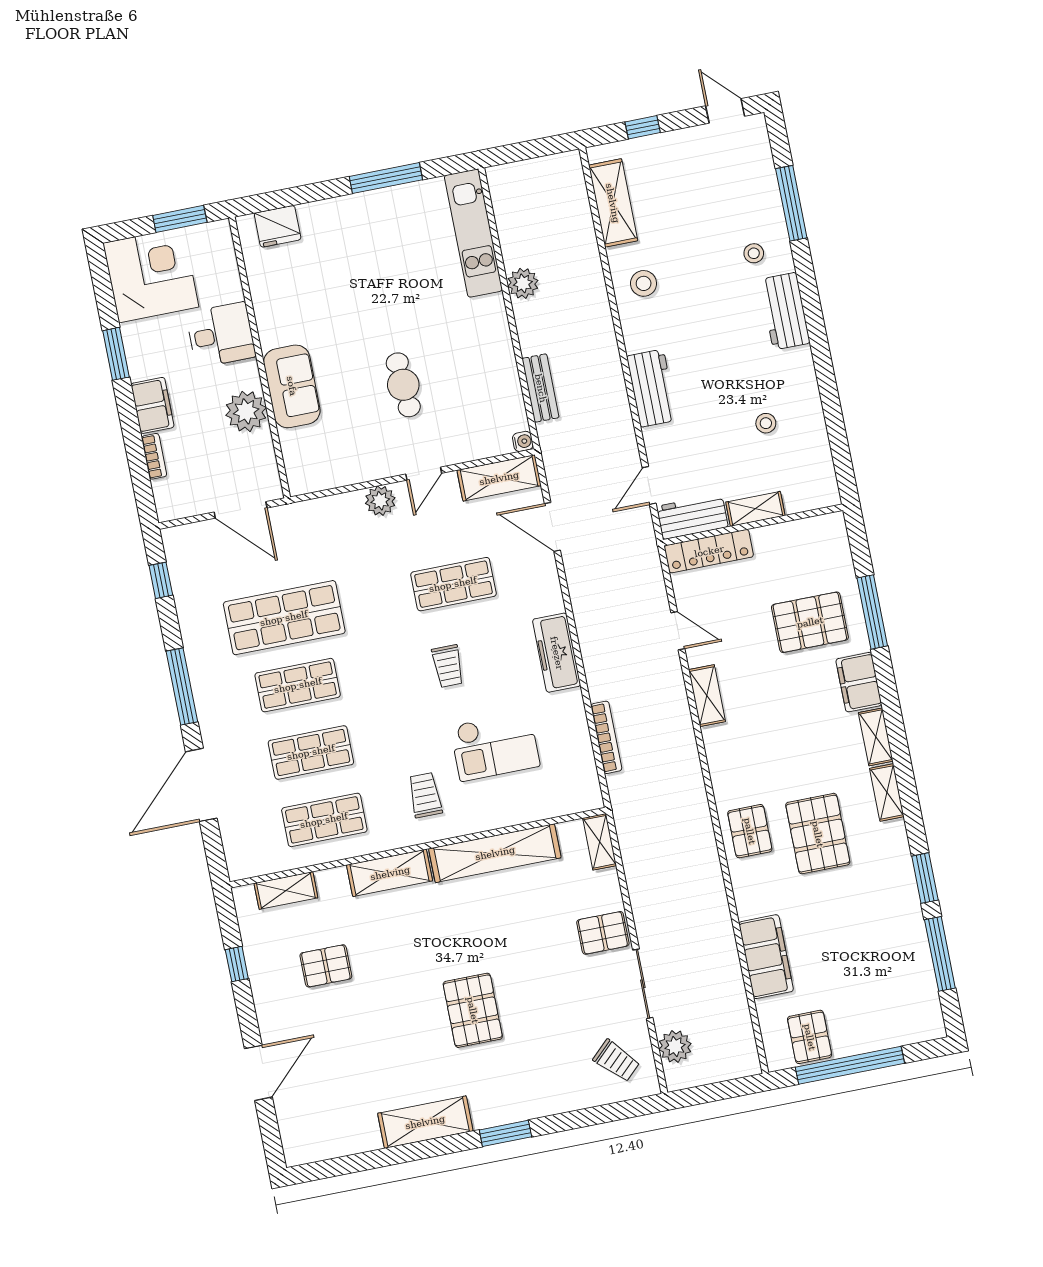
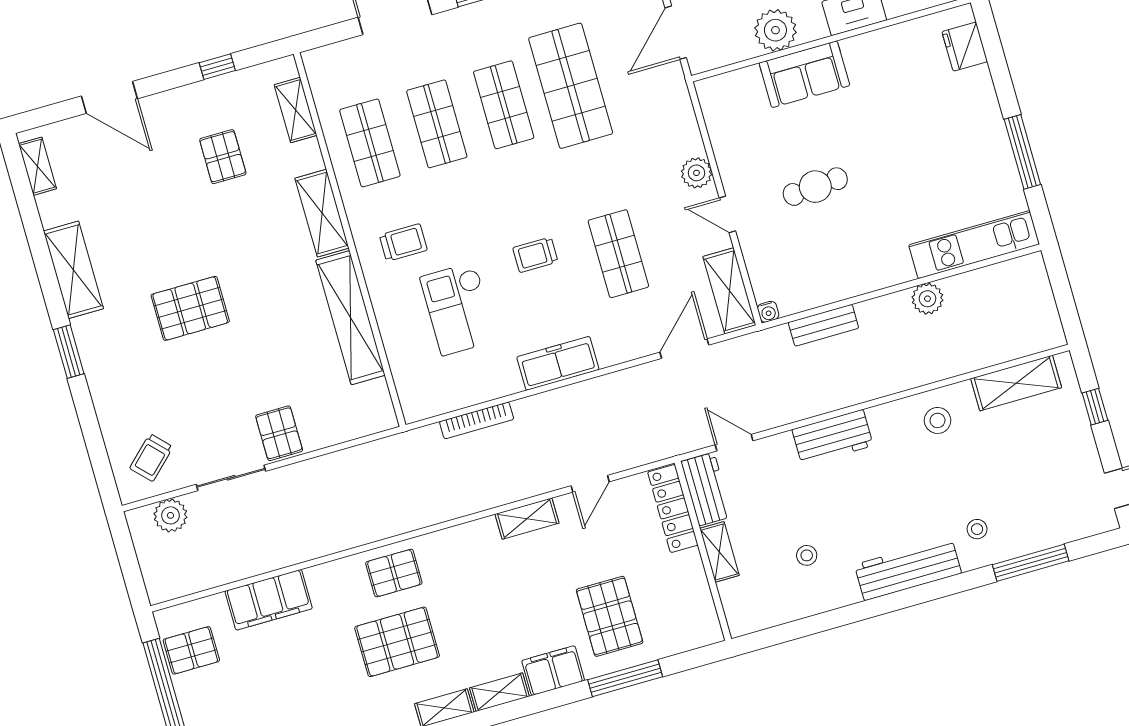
workbench: (785, 311) -> (908, 569), width x1.38
shelving: (600, 842) -> (38, 166), moved, turned 90

